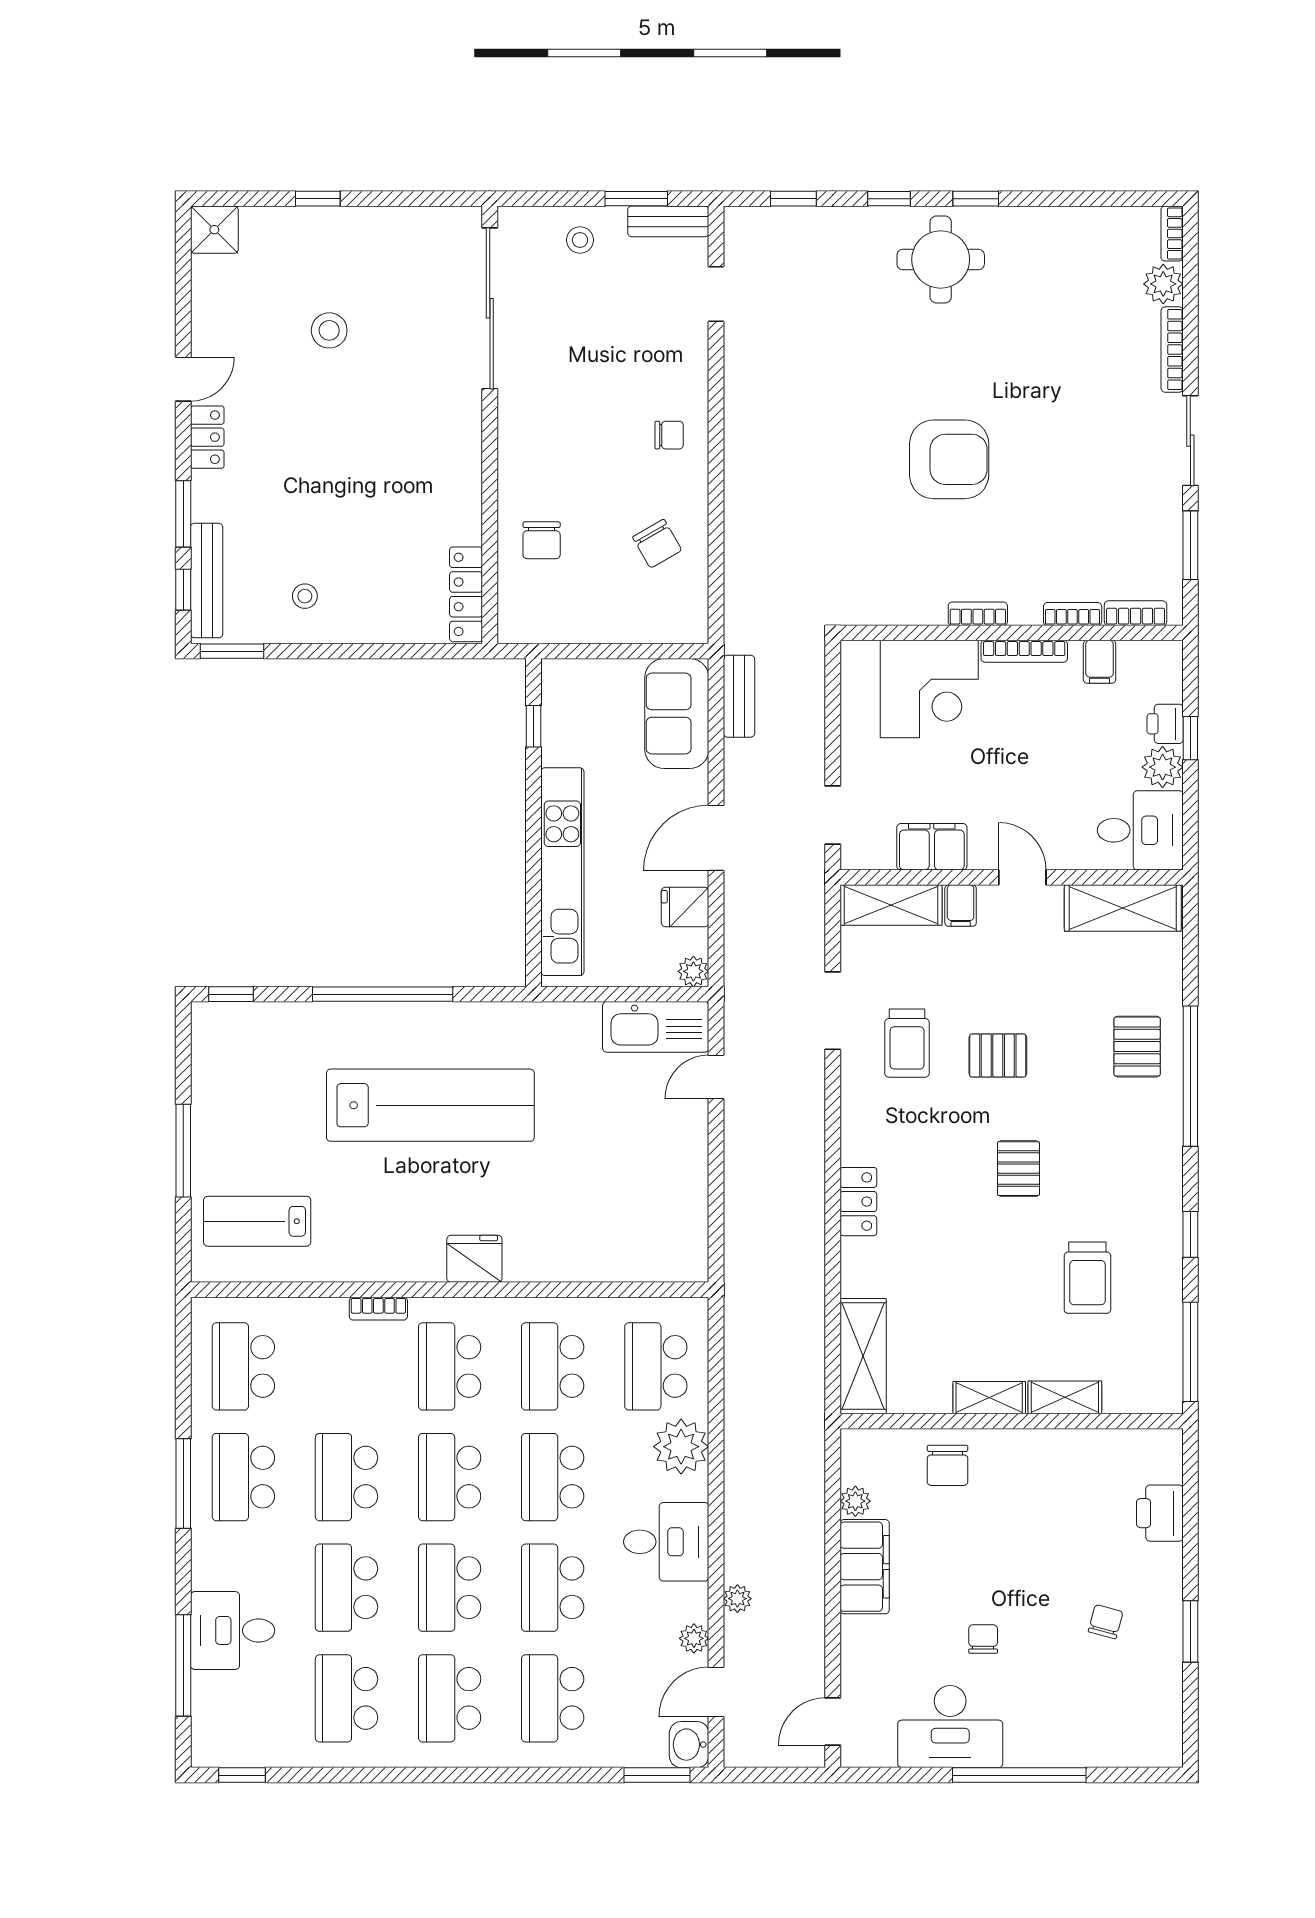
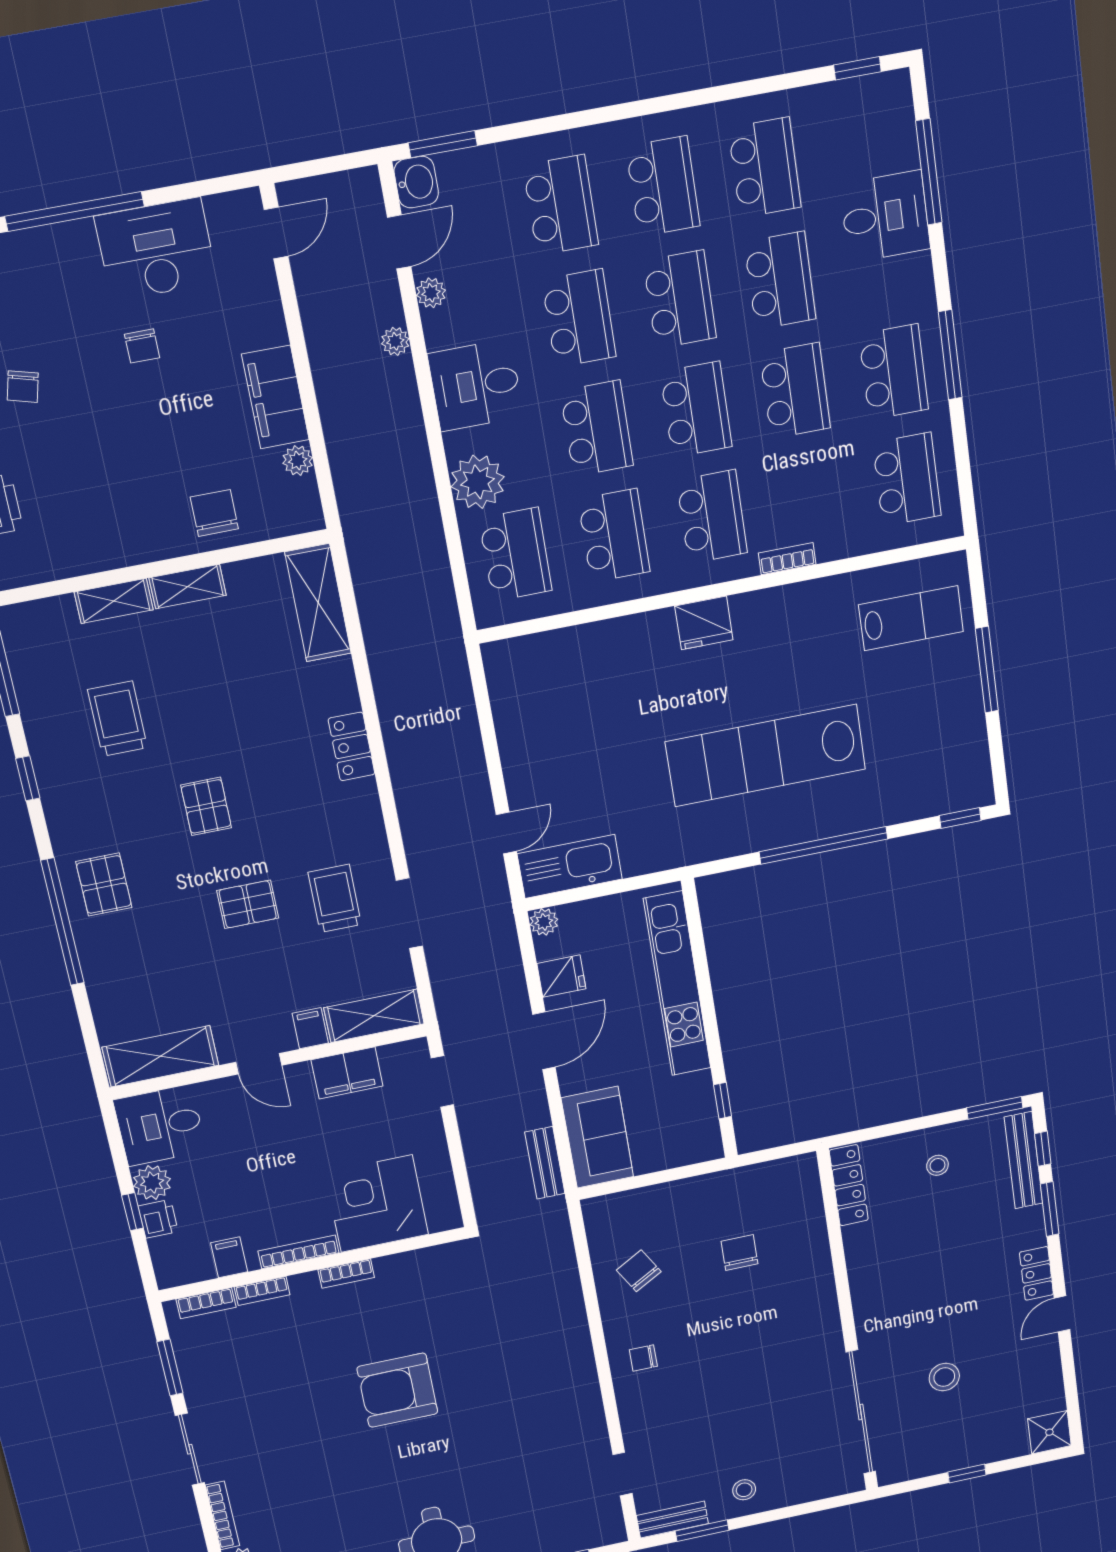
sliding door: (490, 308) -> (861, 1412), moved
wall: (490, 425) -> (848, 1323), moved
locker: (466, 594) -> (849, 1185), moved
pallet: (1137, 1047) -> (104, 884), moved

